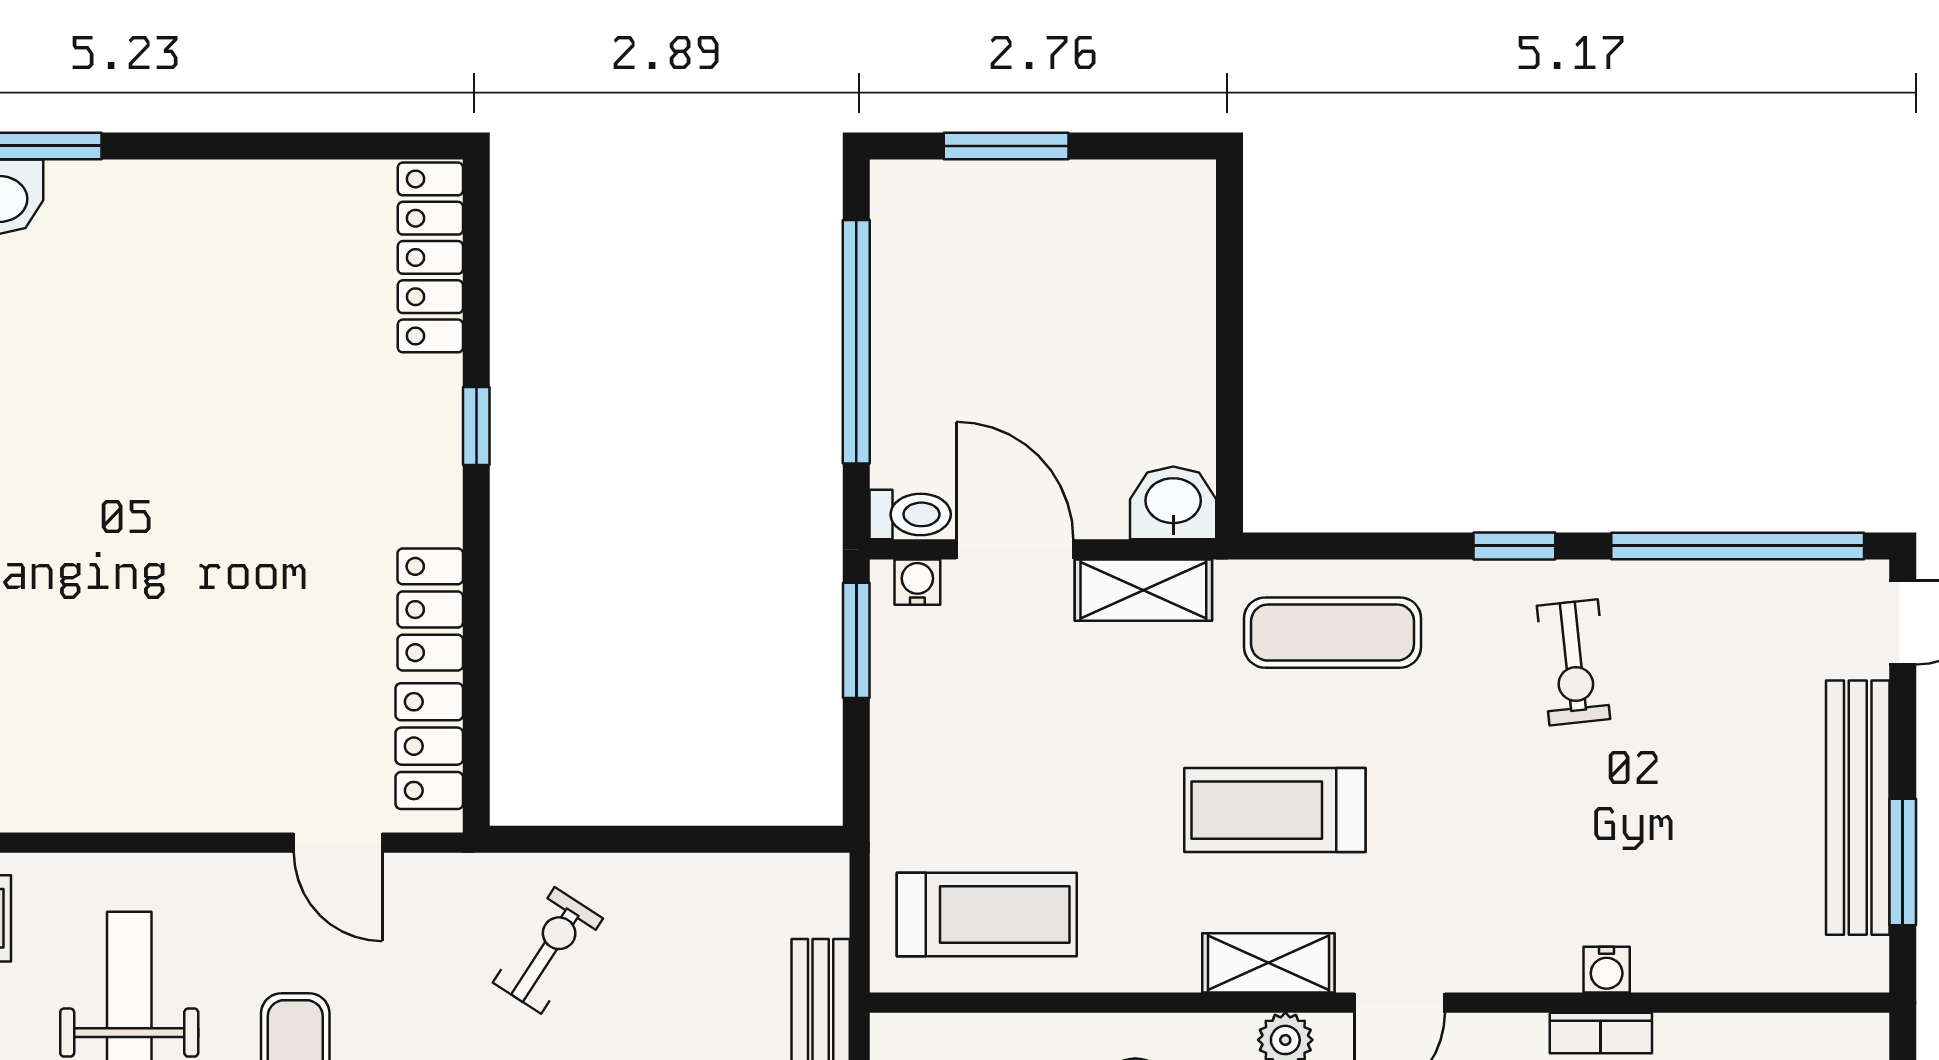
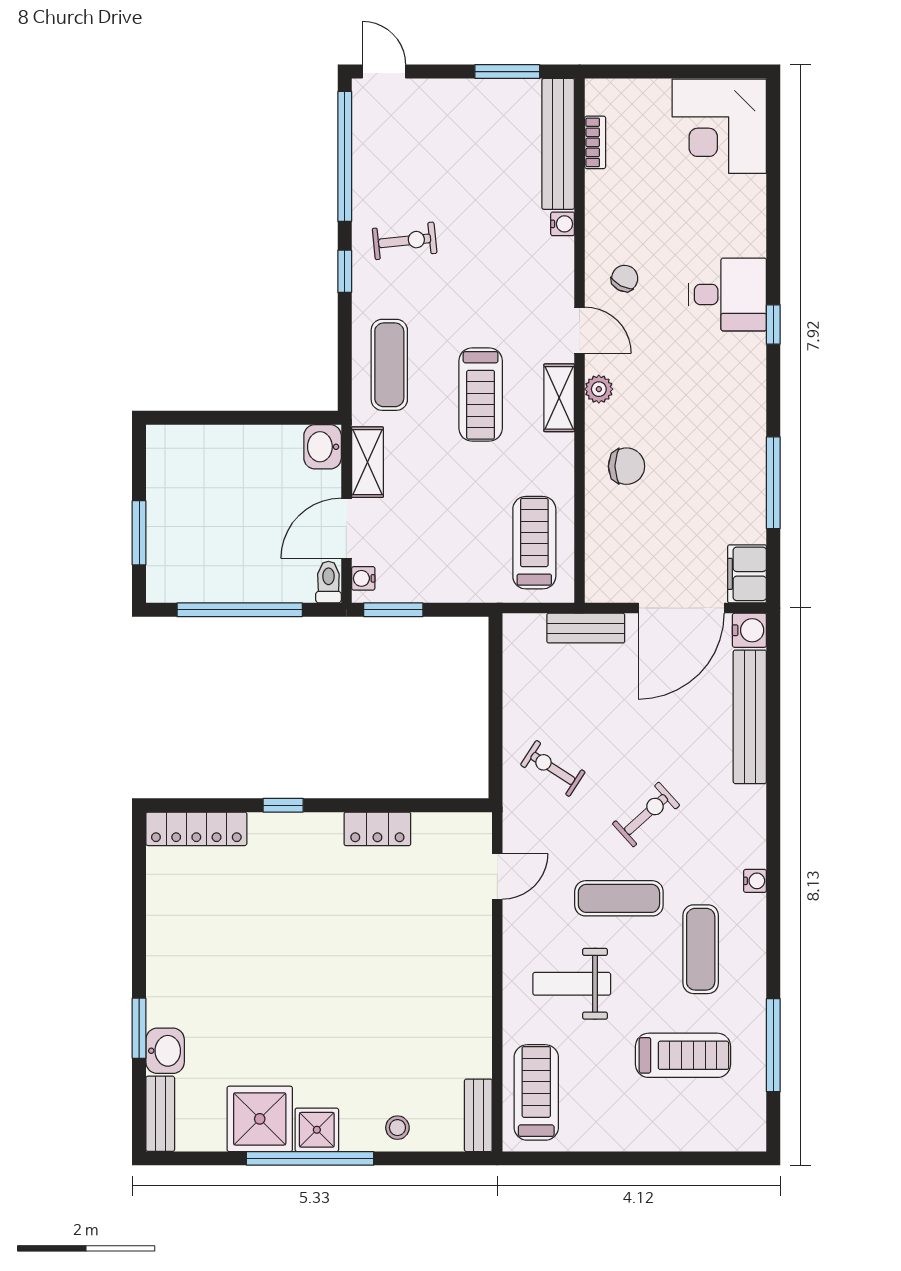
locker: (429, 746) -> (448, 829), removed
bench: (1858, 808) -> (558, 144), moved, turned 90
bookcase: (1601, 1033) -> (595, 142), moved

